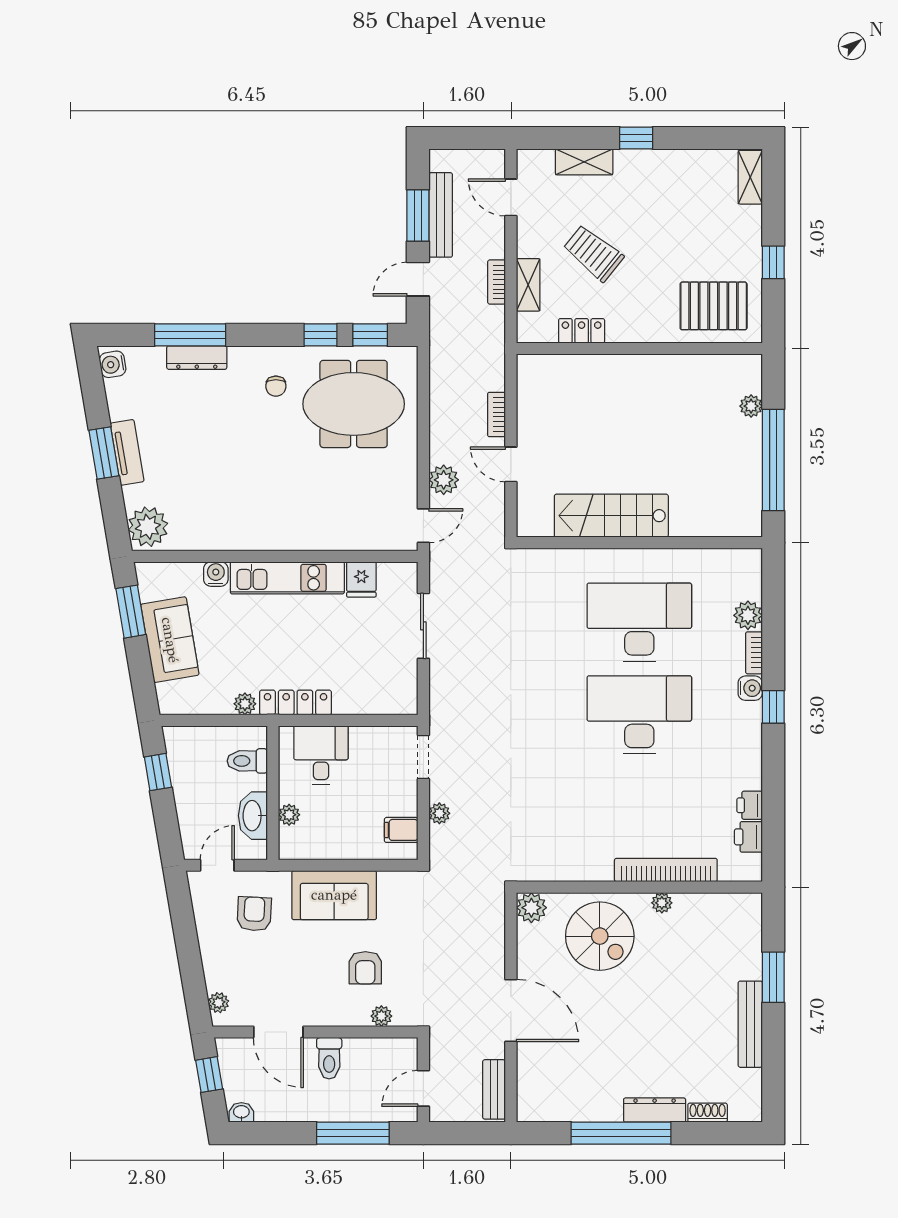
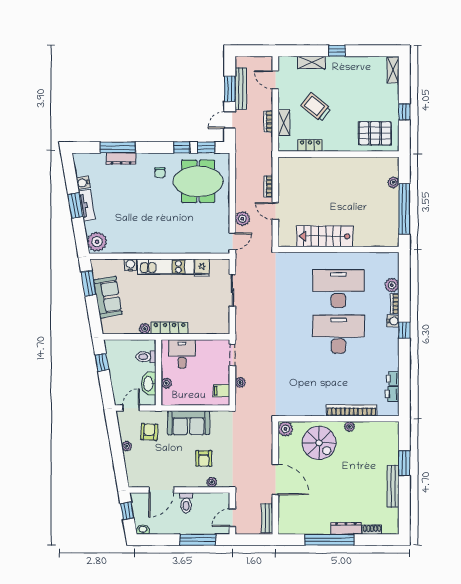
water cooler: (113, 364) -> (83, 183), moved
plant: (219, 1003) -> (127, 446), moved
door: (278, 1032) -> (161, 490), hinge flipped

